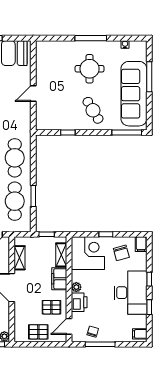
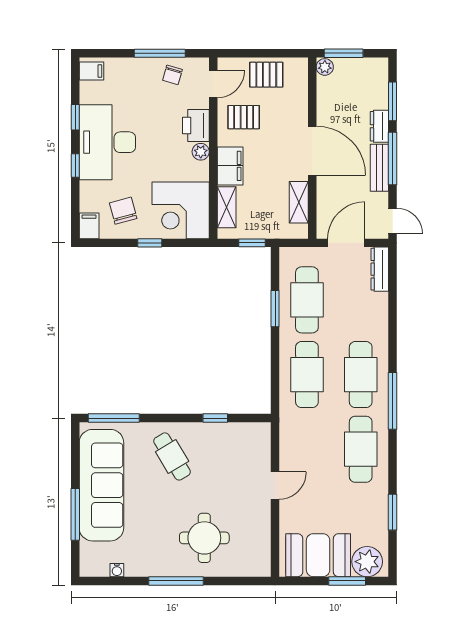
round table: (90, 69) -> (204, 538), moved

